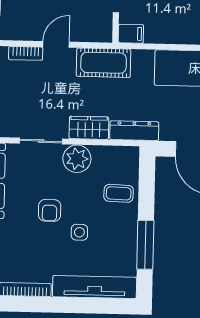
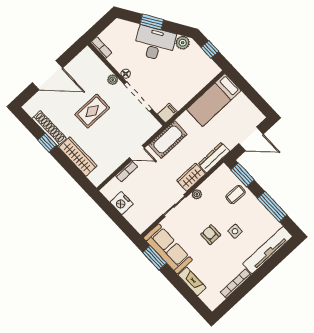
door: (56, 44) -> (137, 153), swing flipped
plant: (77, 159) -> (197, 194), width x0.53, depth x0.53
window: (147, 179) -> (242, 175), added
armchair: (50, 210) -> (211, 235), turned 180

